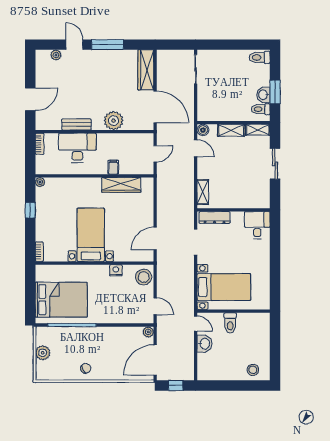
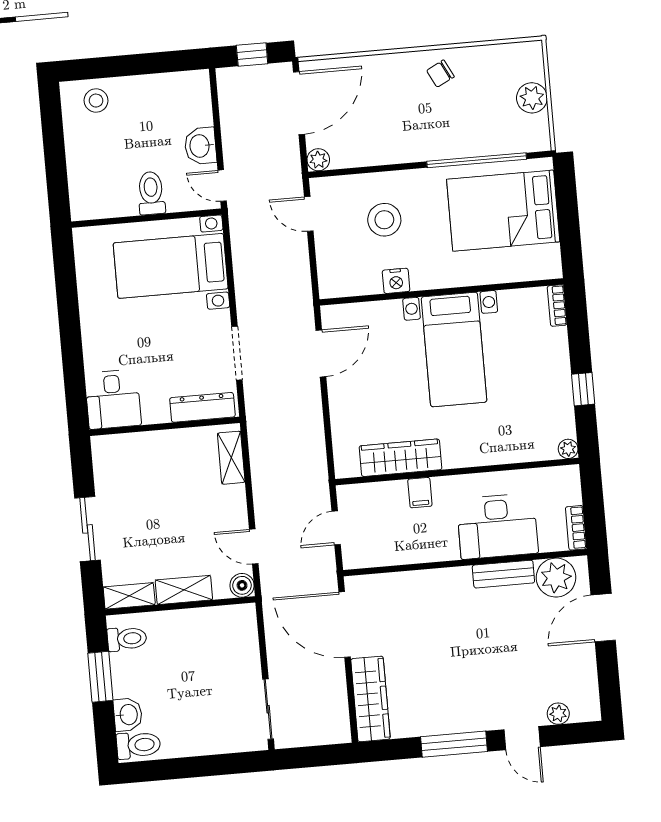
washbasin: (263, 95) -> (128, 715), moved
plant: (114, 121) -> (556, 578), moved
stool: (144, 277) -> (384, 220), moved

